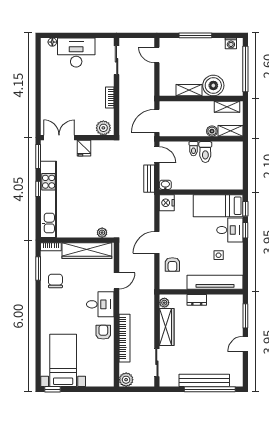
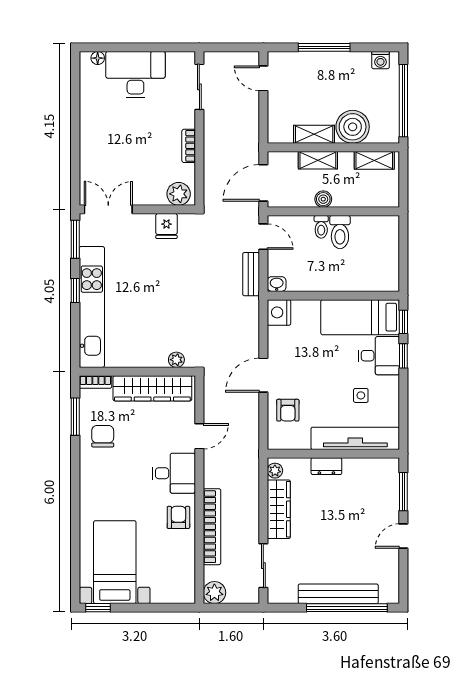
boiler: (212, 131) -> (323, 199), moved
shelving: (231, 131) -> (318, 160), moved
fridge: (84, 148) -> (166, 226), moved

